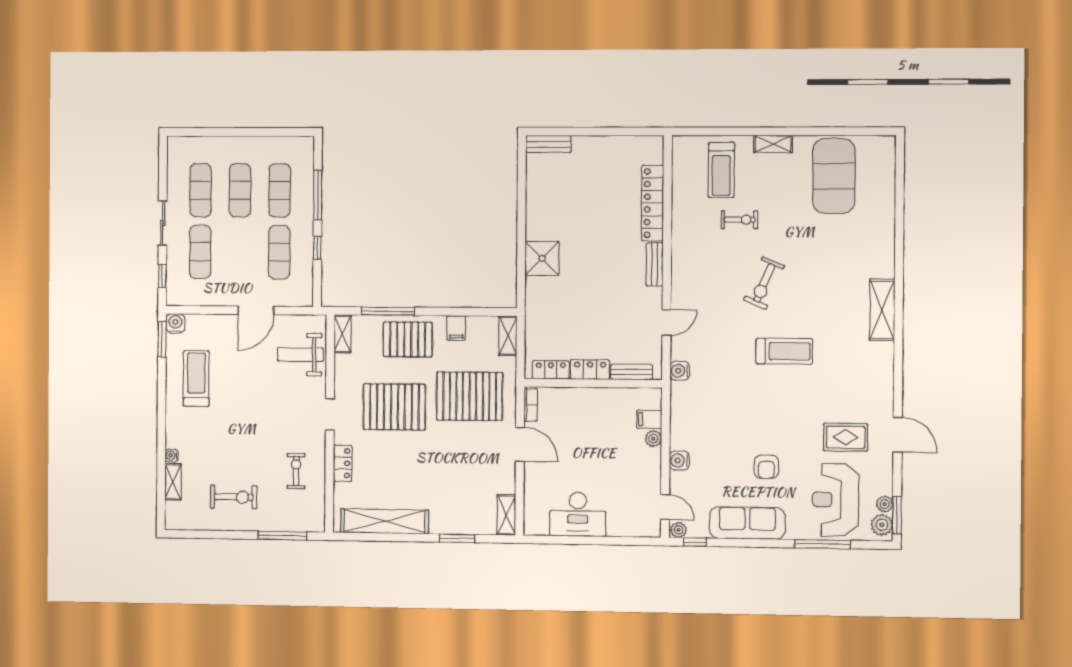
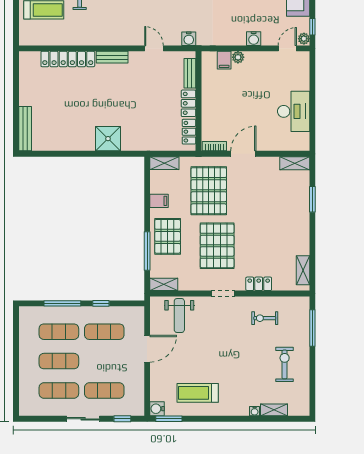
bench: (548, 144) -> (25, 129), width x1.36
door: (256, 310) -> (147, 349), hinge flipped
shelving: (384, 521) -> (303, 270), width x0.45, depth x0.75

